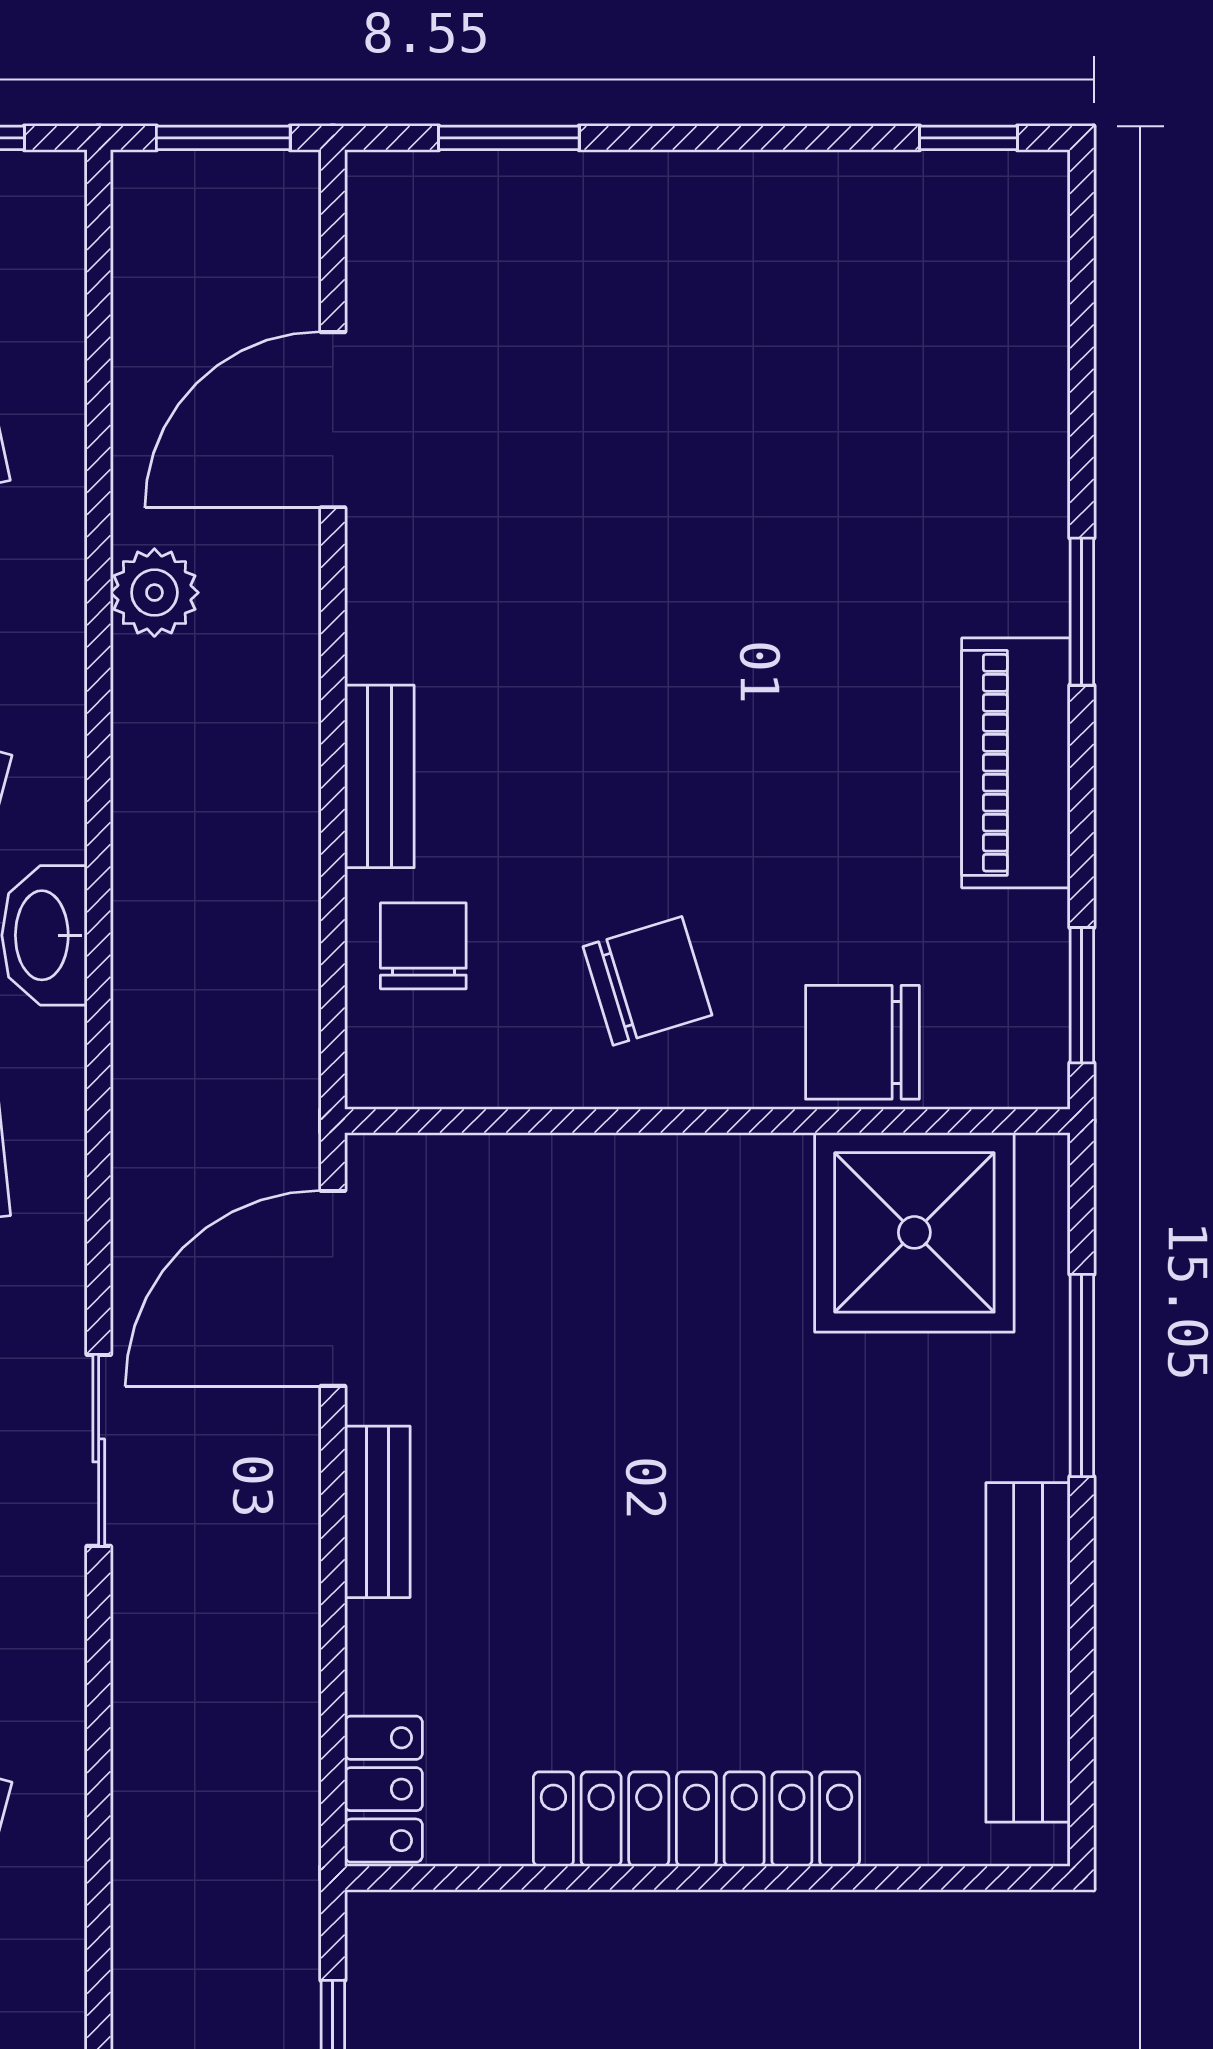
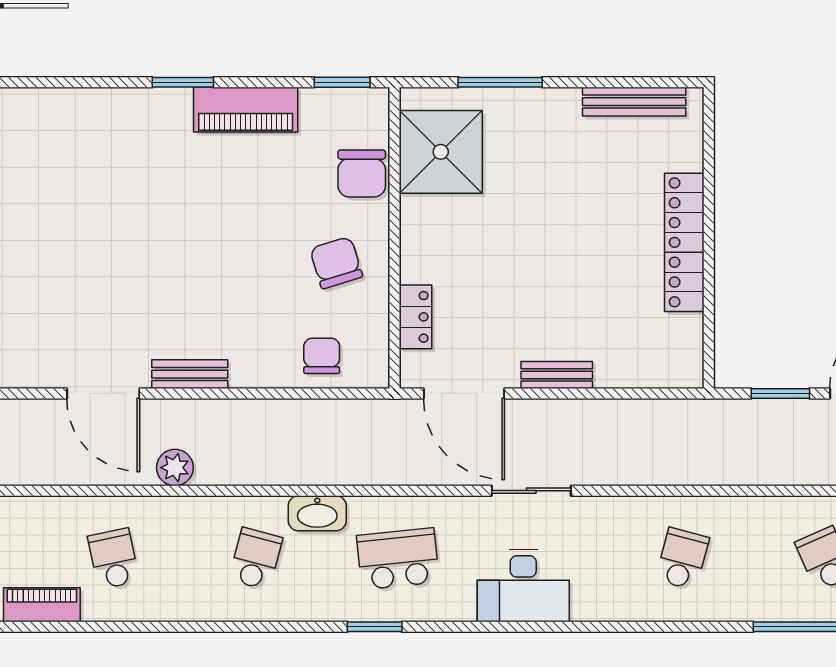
bench: (379, 776) -> (190, 374), moved
chair: (423, 946) -> (322, 356), turned 90
bench: (1028, 1652) -> (634, 102), width x0.73, depth x0.82
locker: (383, 1789) -> (415, 317), moved, turned 90

